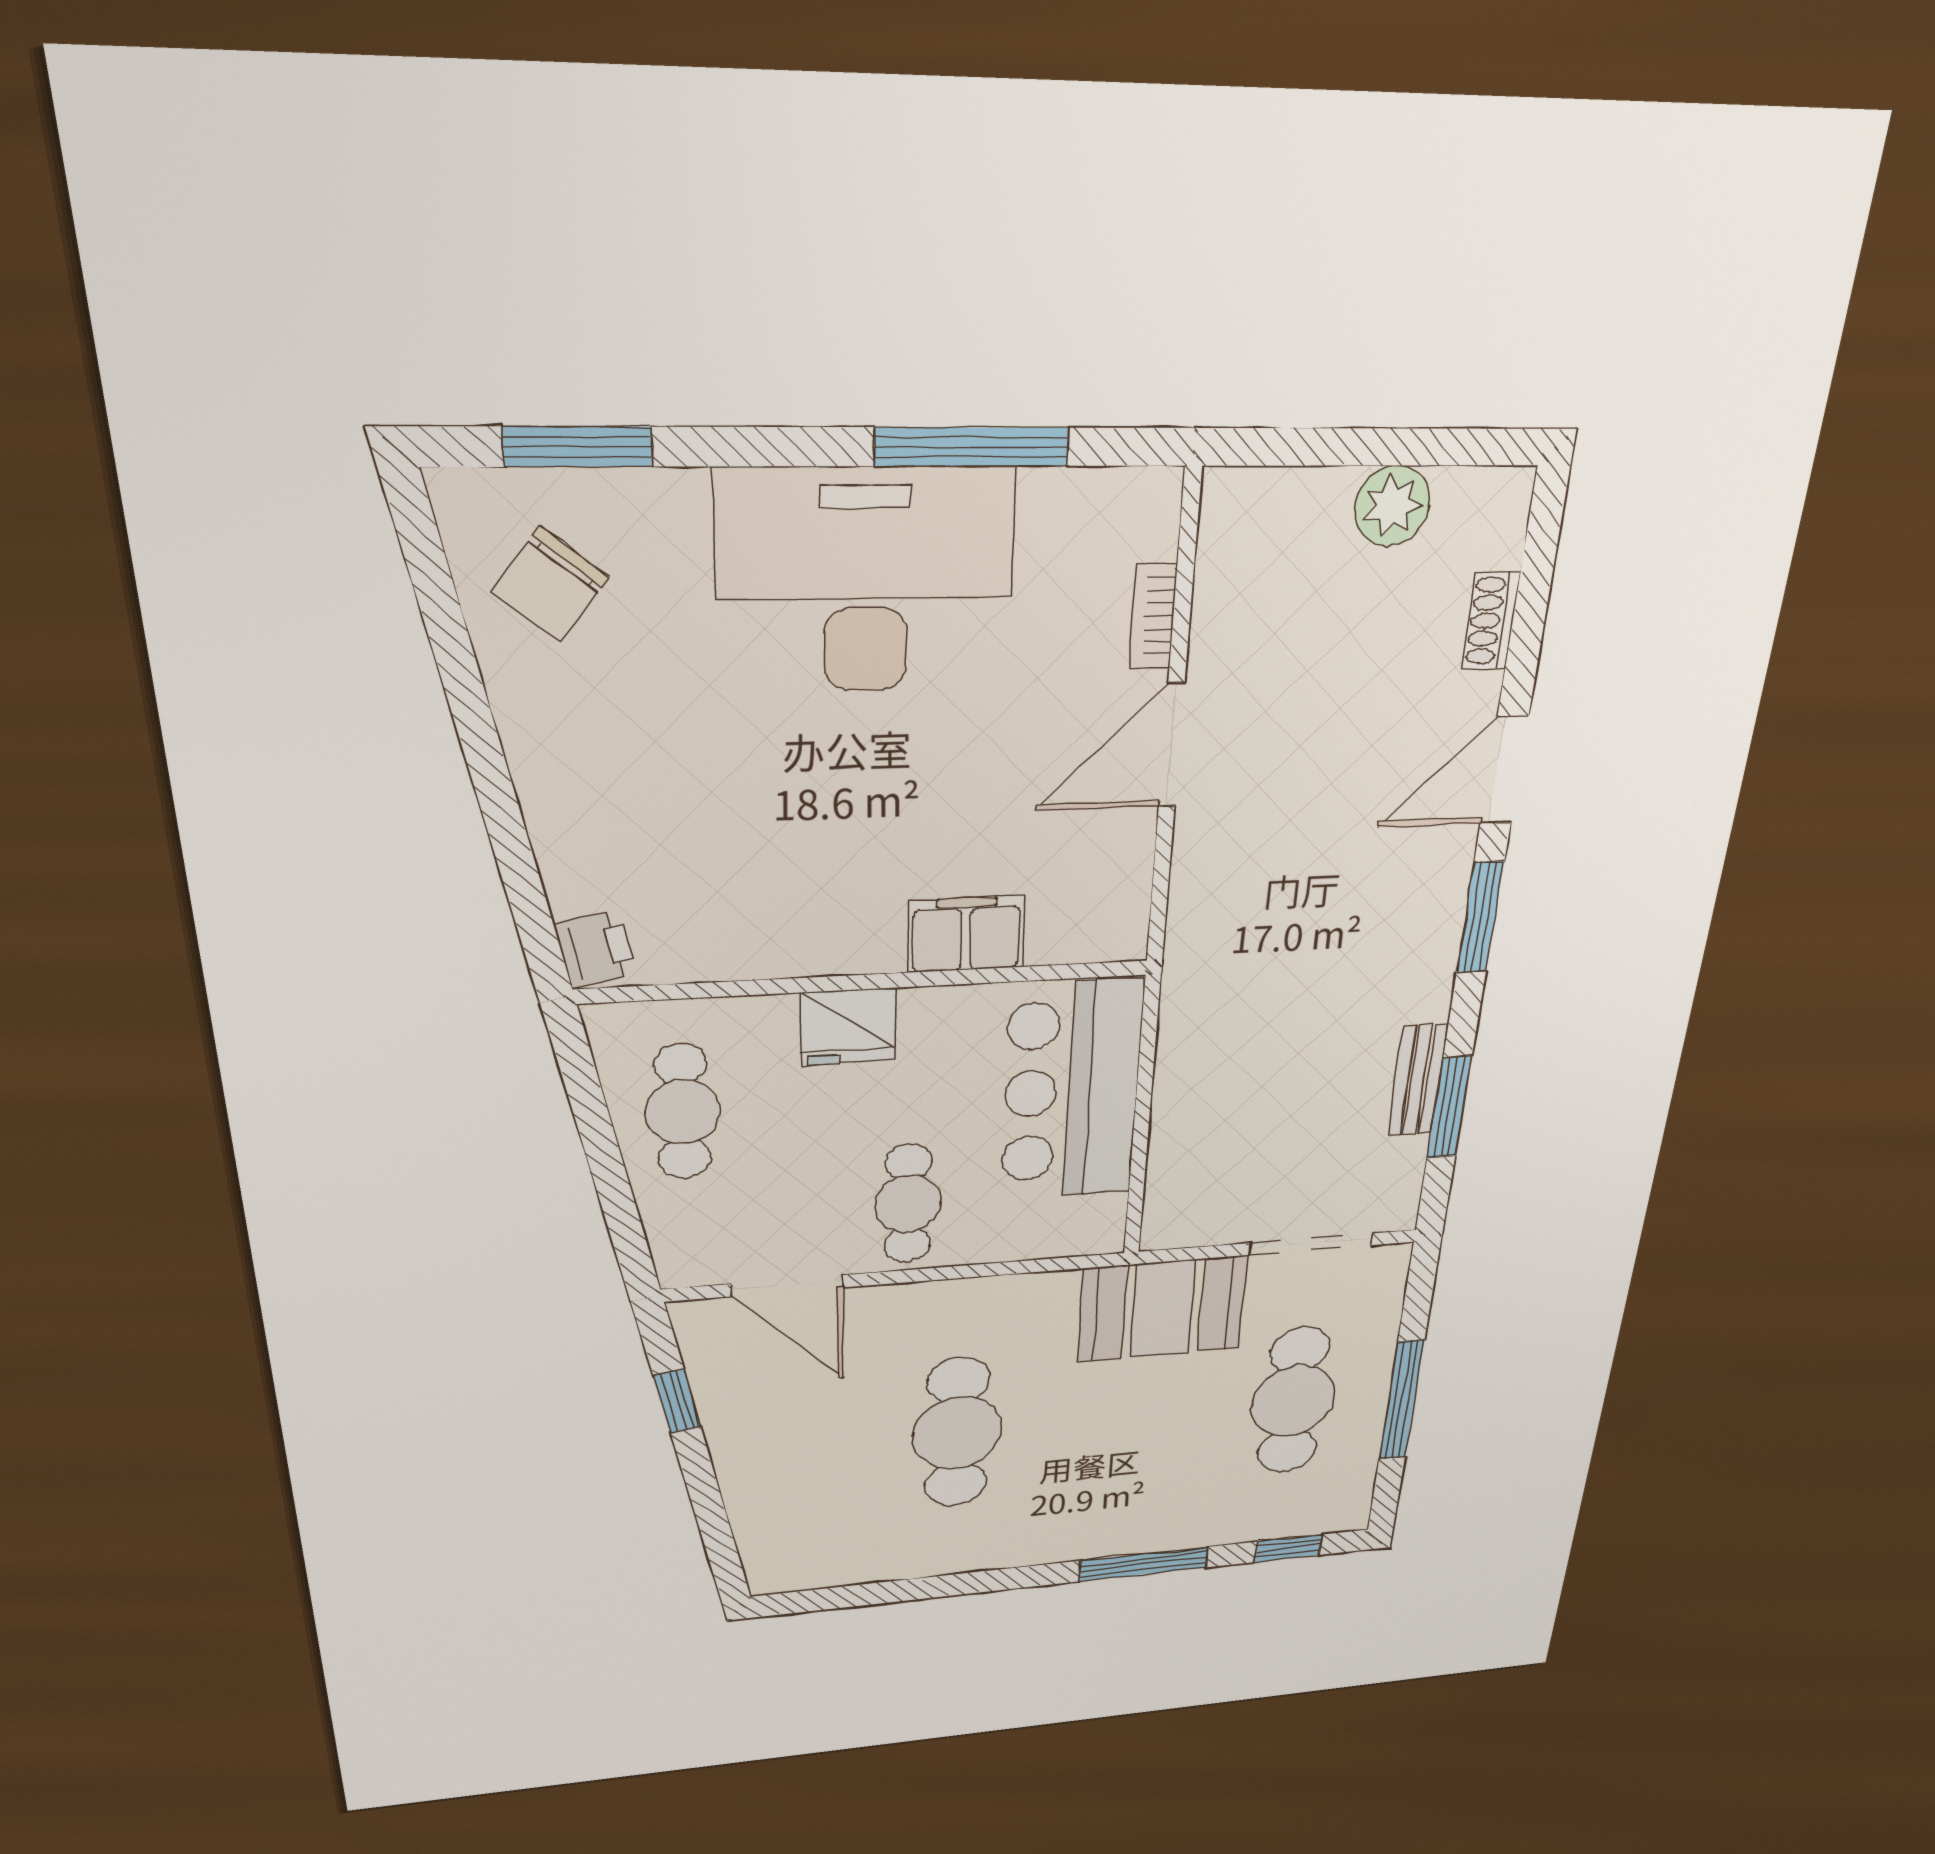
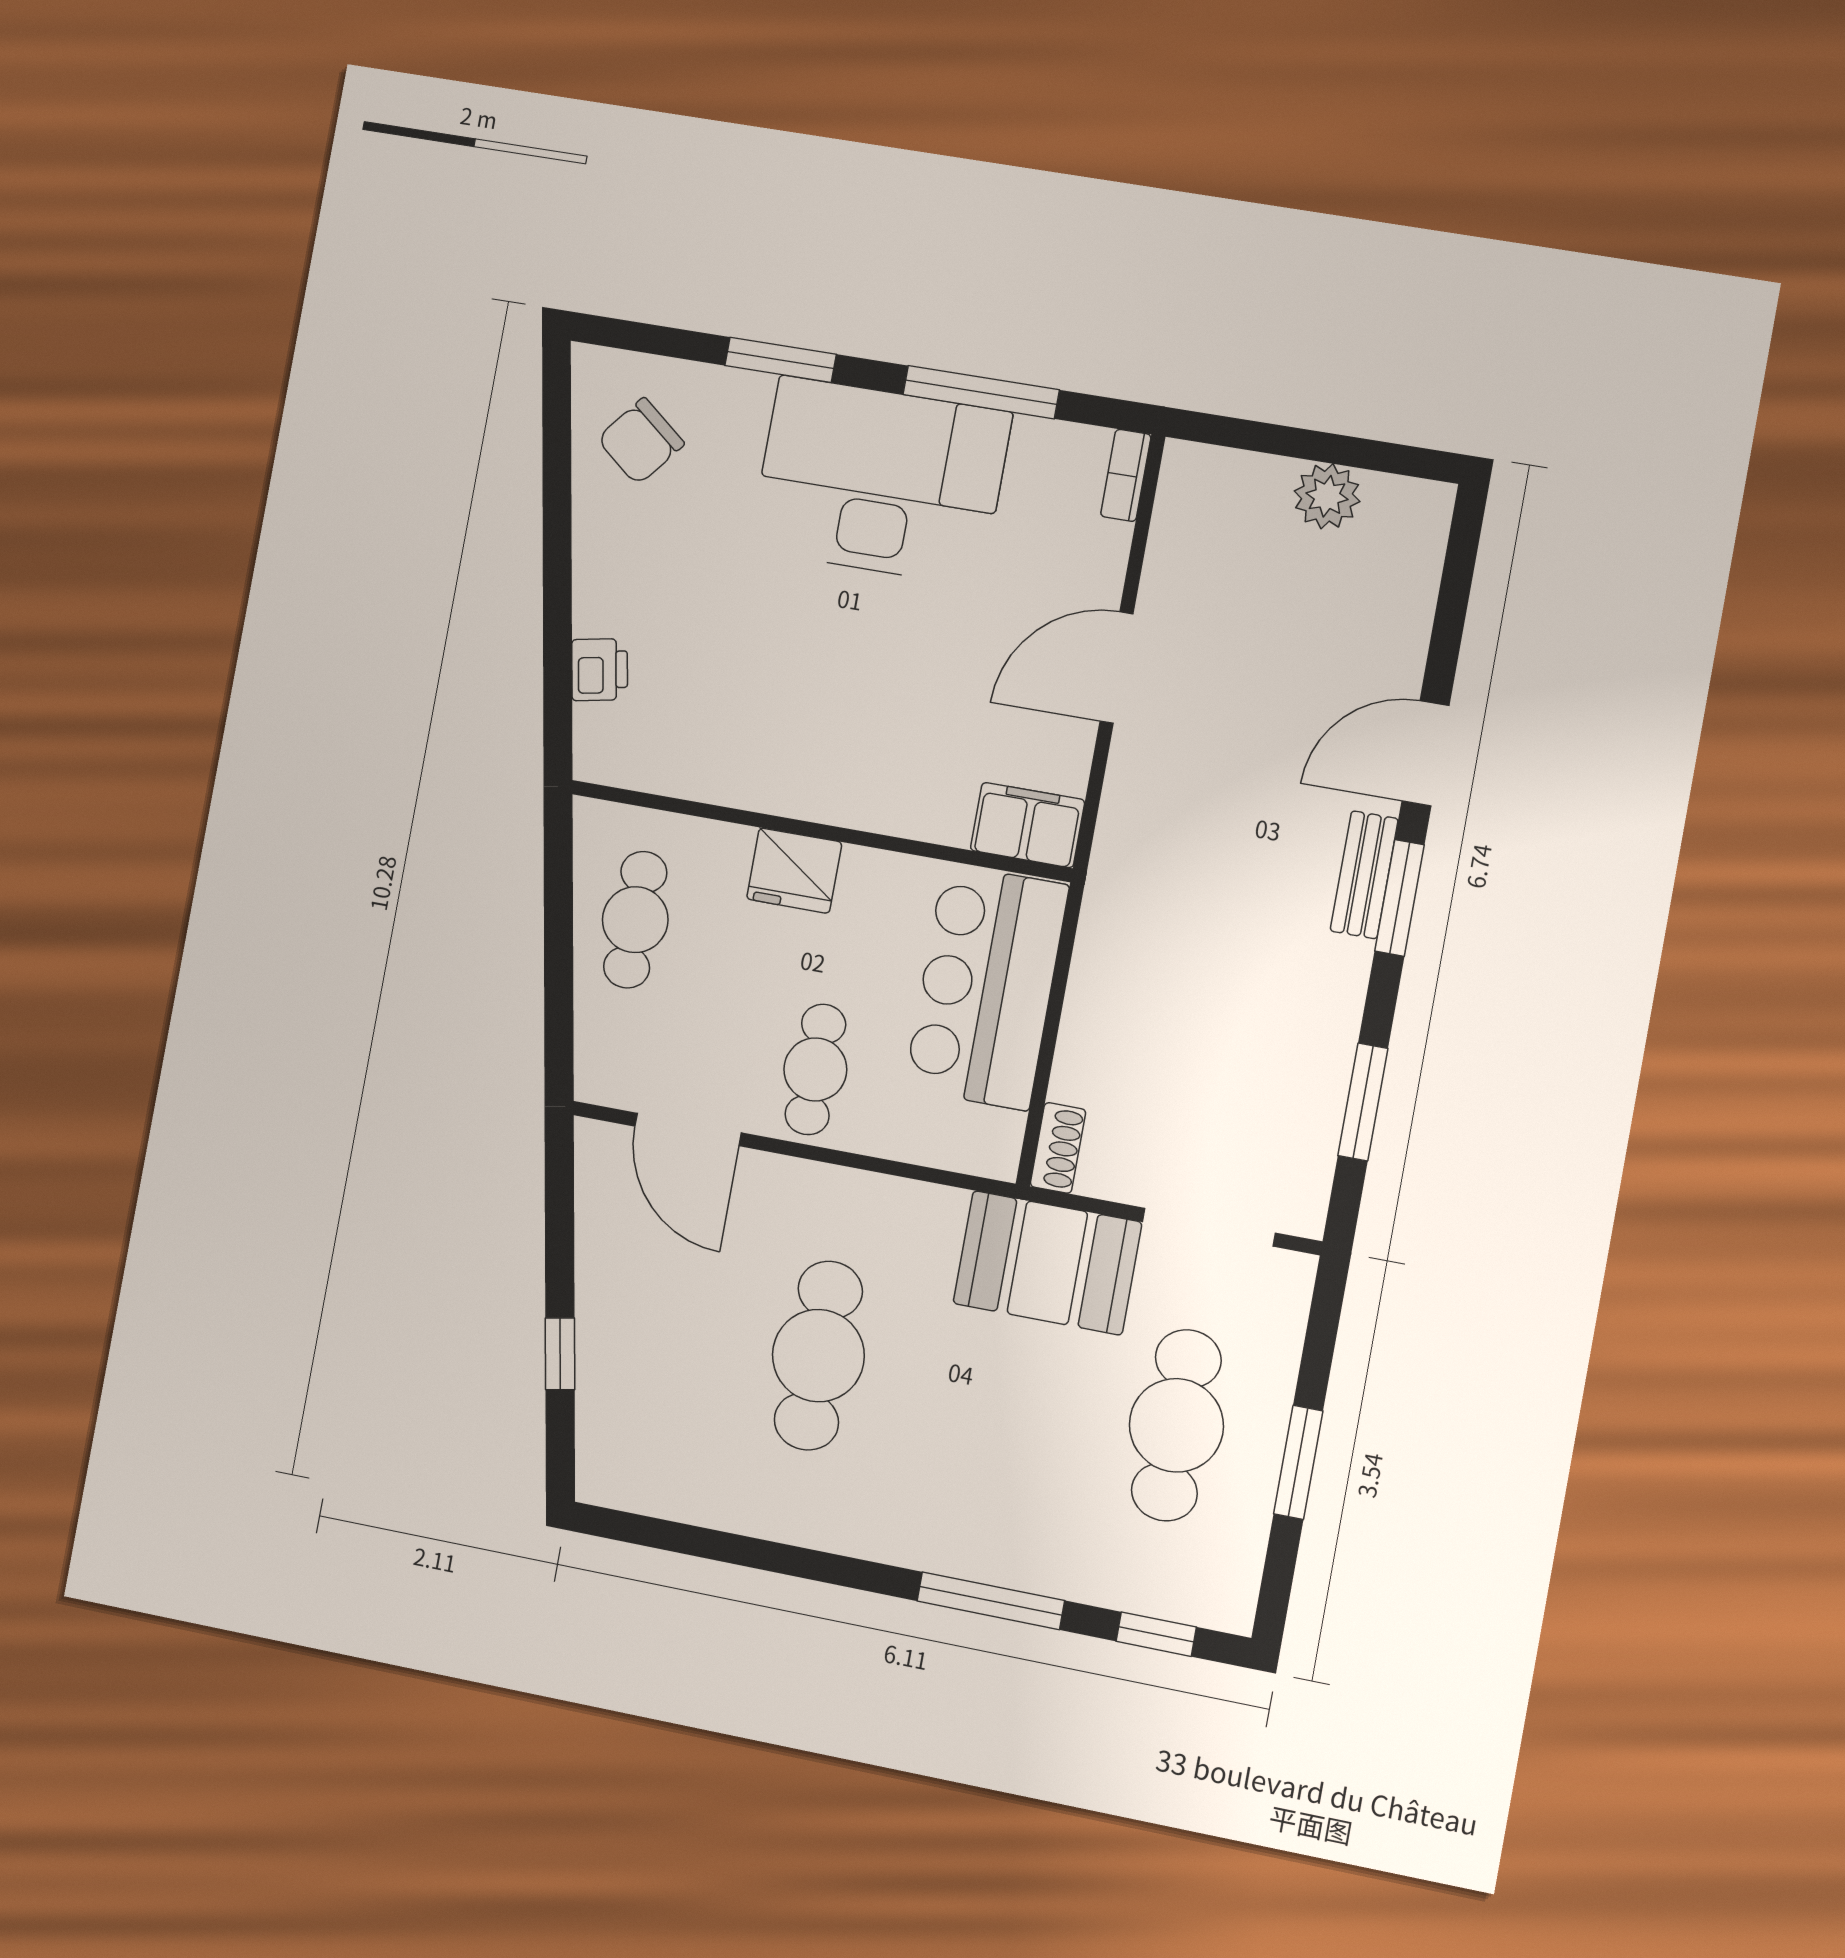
window: (578, 447) -> (780, 360), moved
bookcase: (1153, 616) -> (1126, 475), moved
shoe rack: (1491, 621) -> (1058, 1148), moved, turned 180
filing cabinet: (966, 934) -> (1028, 825), moved
printer: (595, 949) -> (600, 670), moved
bench: (1418, 1080) -> (1364, 875), moved
window: (1402, 1400) -> (1298, 1462), width x0.69
window: (677, 1401) -> (560, 1354), moved

